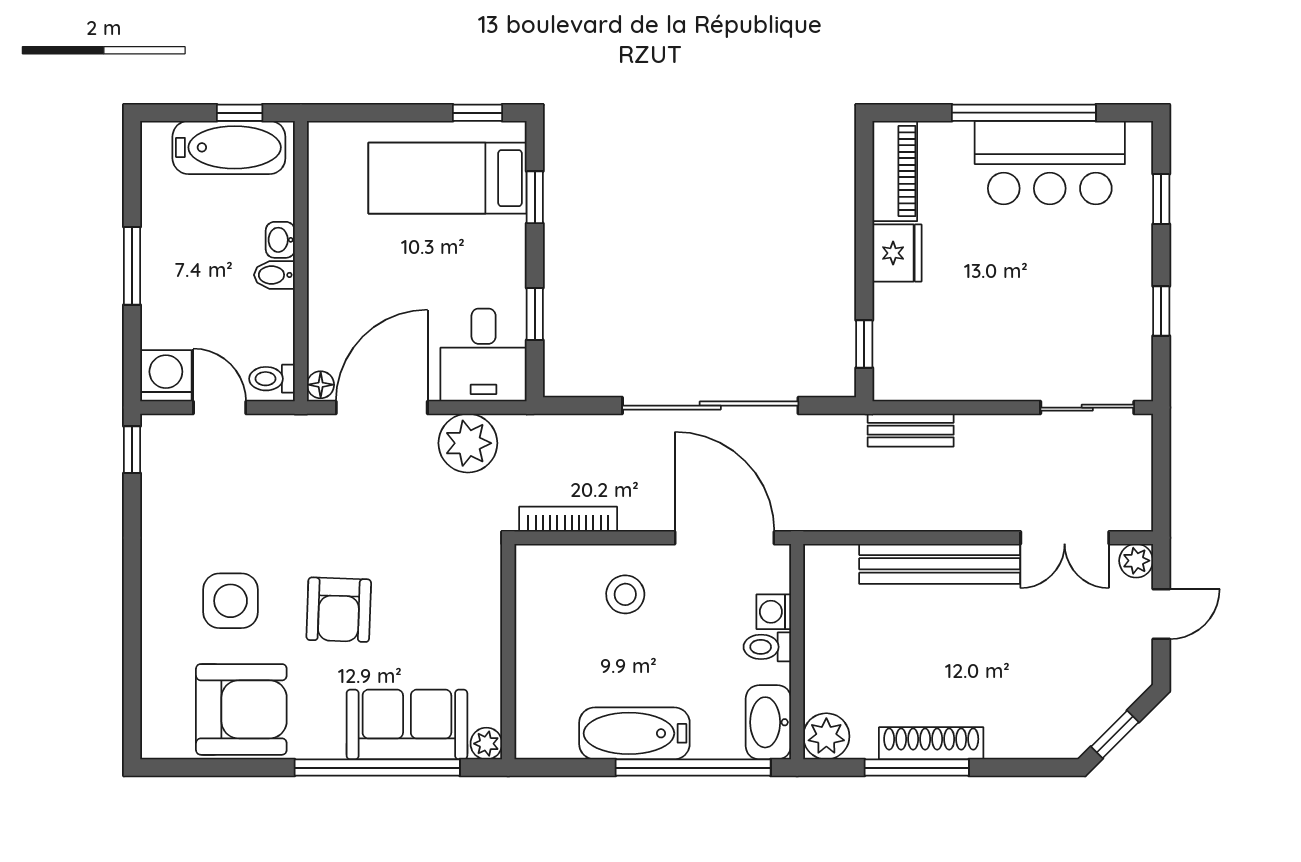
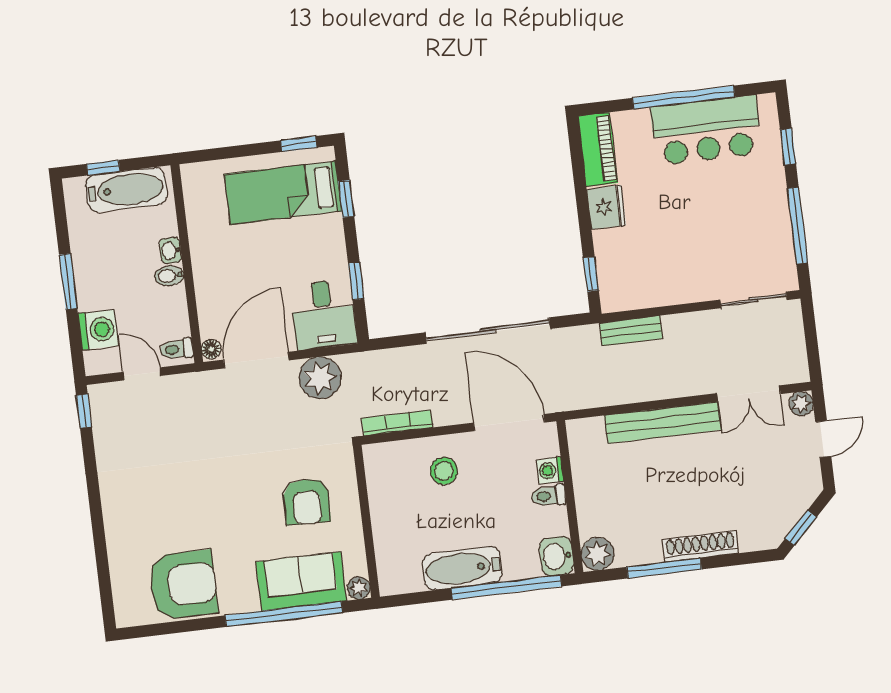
window: (240, 113) -> (103, 168), moved
window: (1161, 311) -> (797, 225), width x2.17
washing machine: (166, 376) -> (98, 330), moved, turned 90
side table: (231, 601) -> (166, 509), removed
armchair: (339, 610) -> (307, 501), moved
washbasin: (768, 722) -> (557, 556), width x0.72
shoe rack: (931, 743) -> (700, 546), moved

